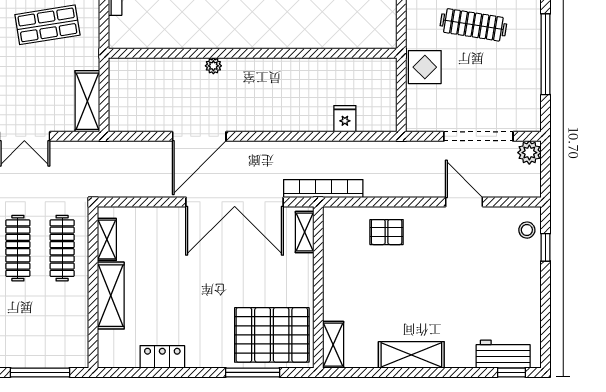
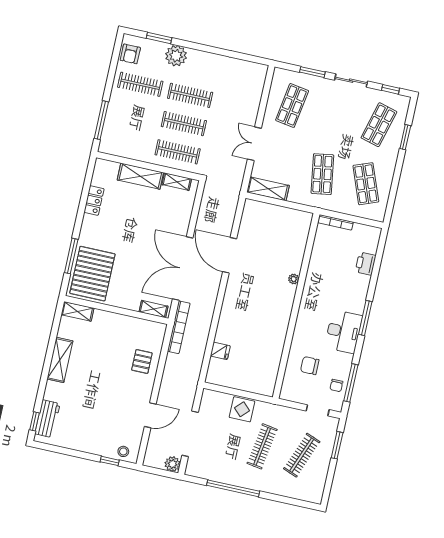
wall: (253, 53) -> (296, 306), moved
plant: (213, 66) -> (294, 279), moved

